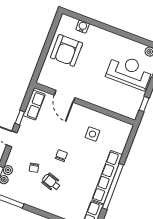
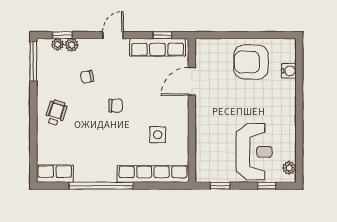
row of seats: (34, 105) -> (157, 47), width x1.48
window: (20, 118) -> (162, 35), moved
row of seats: (107, 177) -> (153, 174), moved
wheelchair: (51, 182) -> (56, 113), moved

